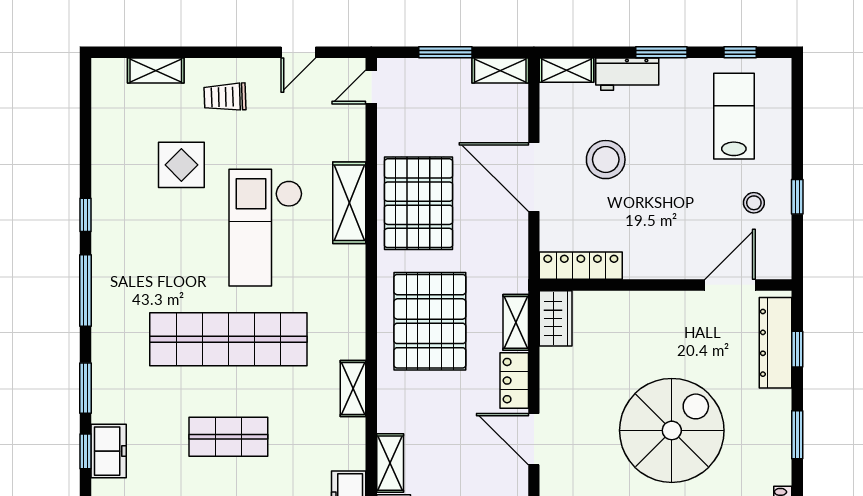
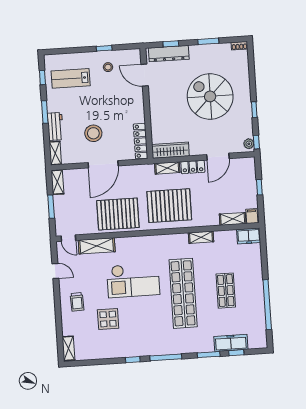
shelving: (156, 71) -> (68, 348), moved
shelving: (349, 203) -> (97, 246), moved
wardrobe: (556, 318) -> (170, 150), width x1.50
freezer: (109, 451) -> (231, 343), width x1.40

